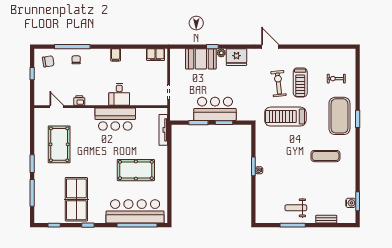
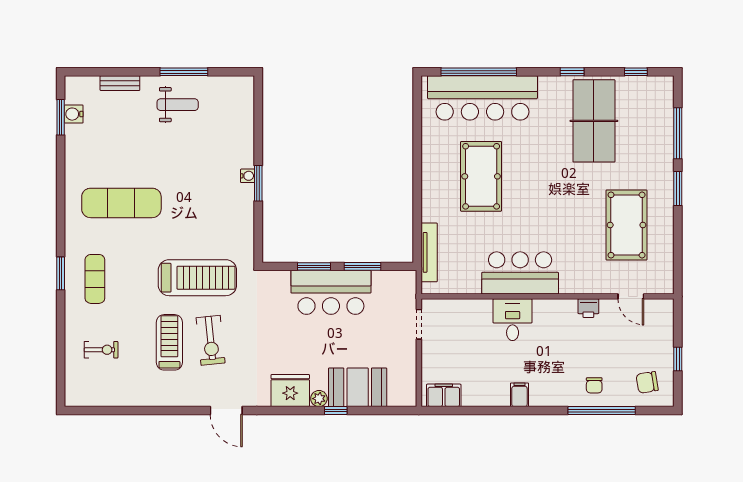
exercise mat: (339, 116) -> (95, 279), width x0.50, depth x0.69
exercise mat: (325, 156) -> (121, 203), width x1.36, depth x1.45
pool table: (136, 170) -> (481, 176), turned 90

